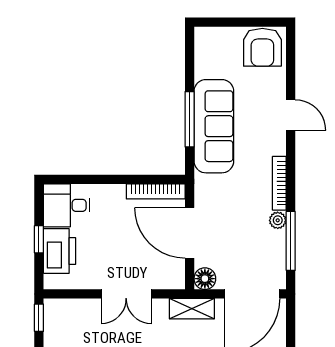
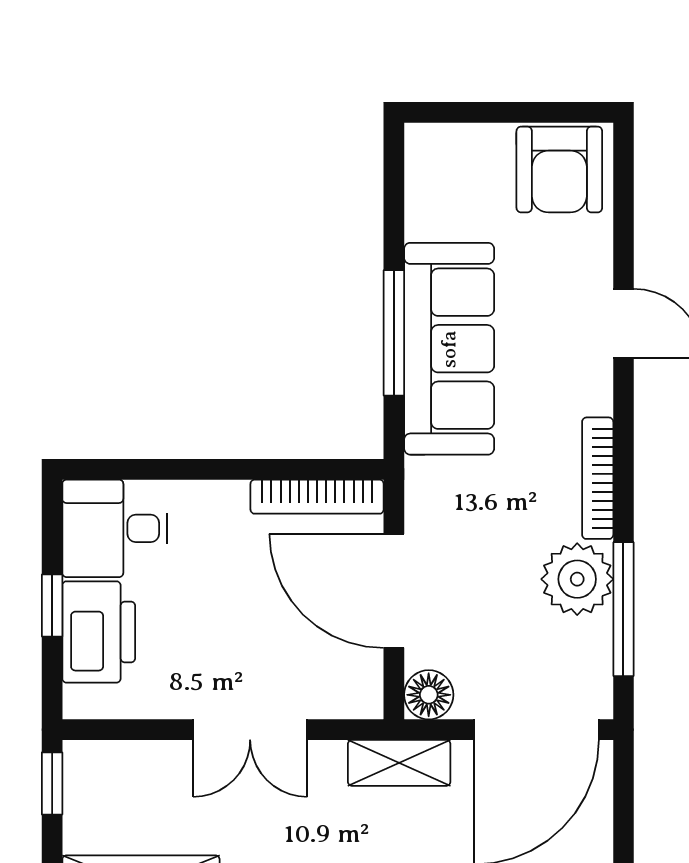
plant: (278, 220) -> (577, 579), width x1.88, depth x1.88

